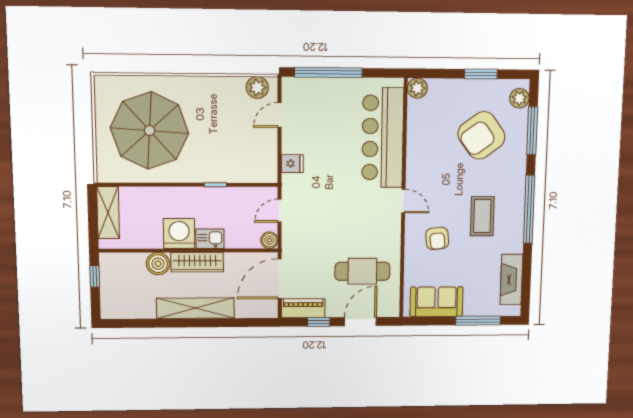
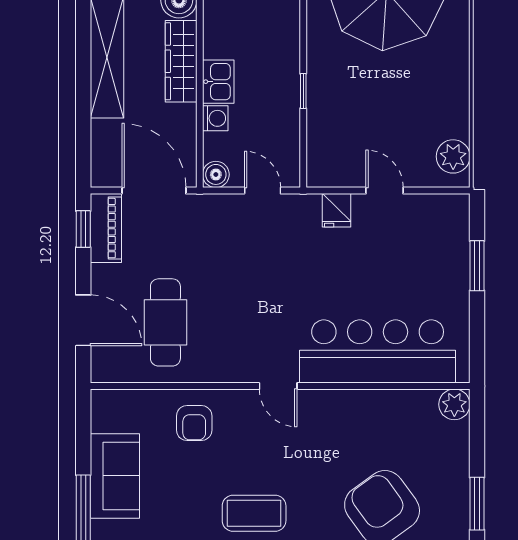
window: (328, 72) -> (477, 266), width x0.47
door: (280, 115) -> (385, 191), moved
door: (403, 201) -> (278, 386), hinge flipped
washing machine: (179, 234) -> (215, 118), moved, width x0.53, depth x0.53
armchair: (437, 238) -> (194, 423), moved, turned -84
sofa: (436, 302) -> (115, 476), moved
window: (319, 322) -> (83, 229), moved

